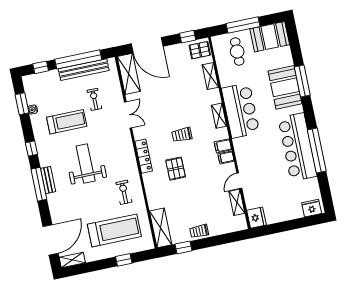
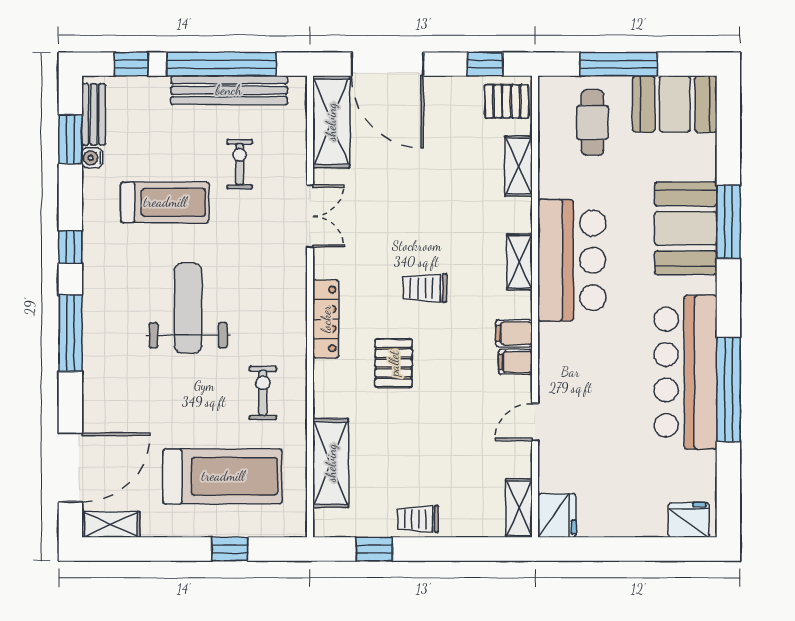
bench: (48, 180) -> (94, 114), moved
shelving: (237, 202) -> (519, 508), moved
shelving: (161, 228) -> (331, 463), moved

